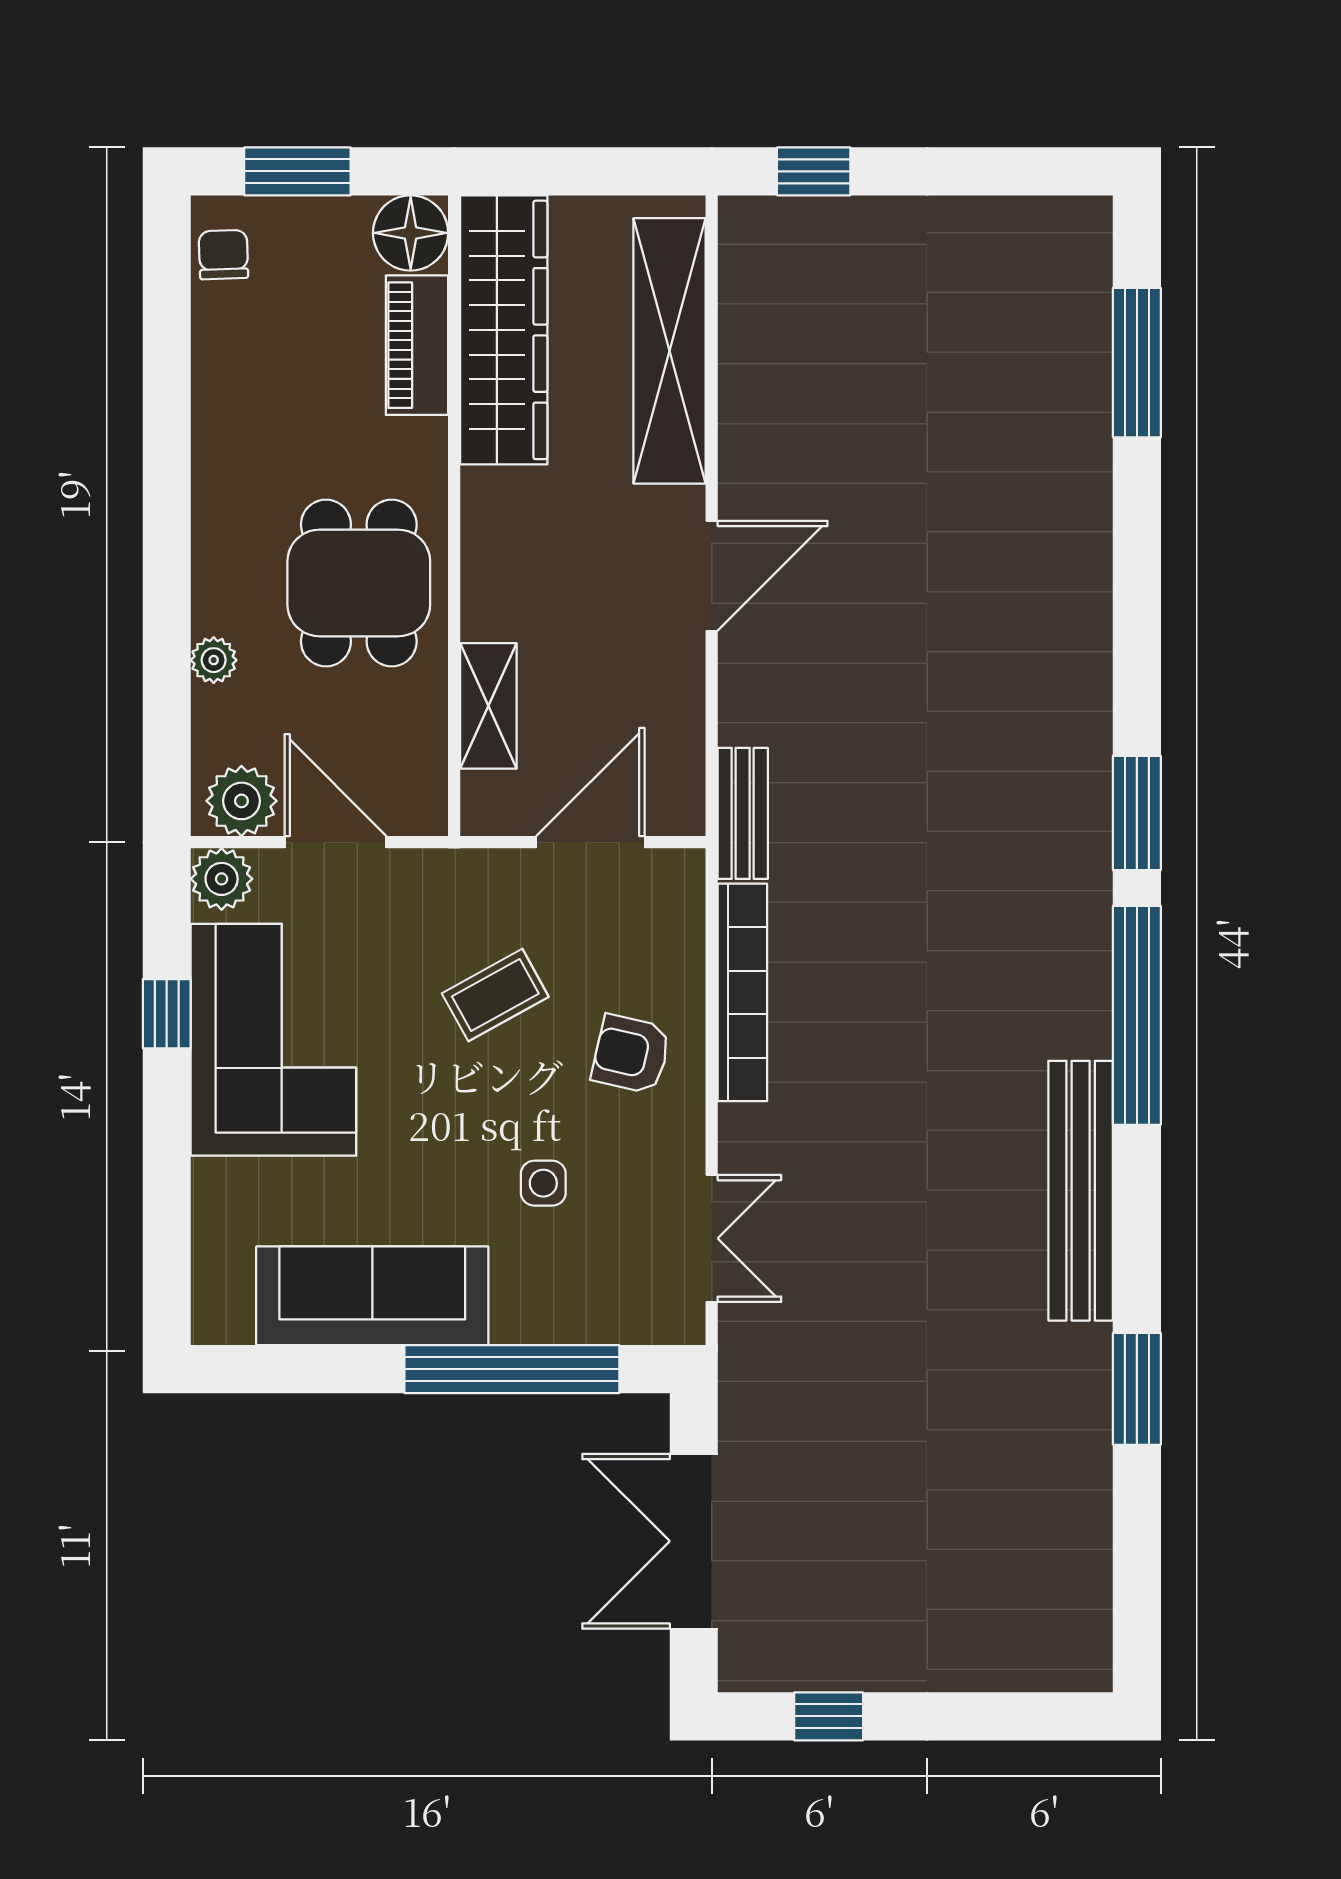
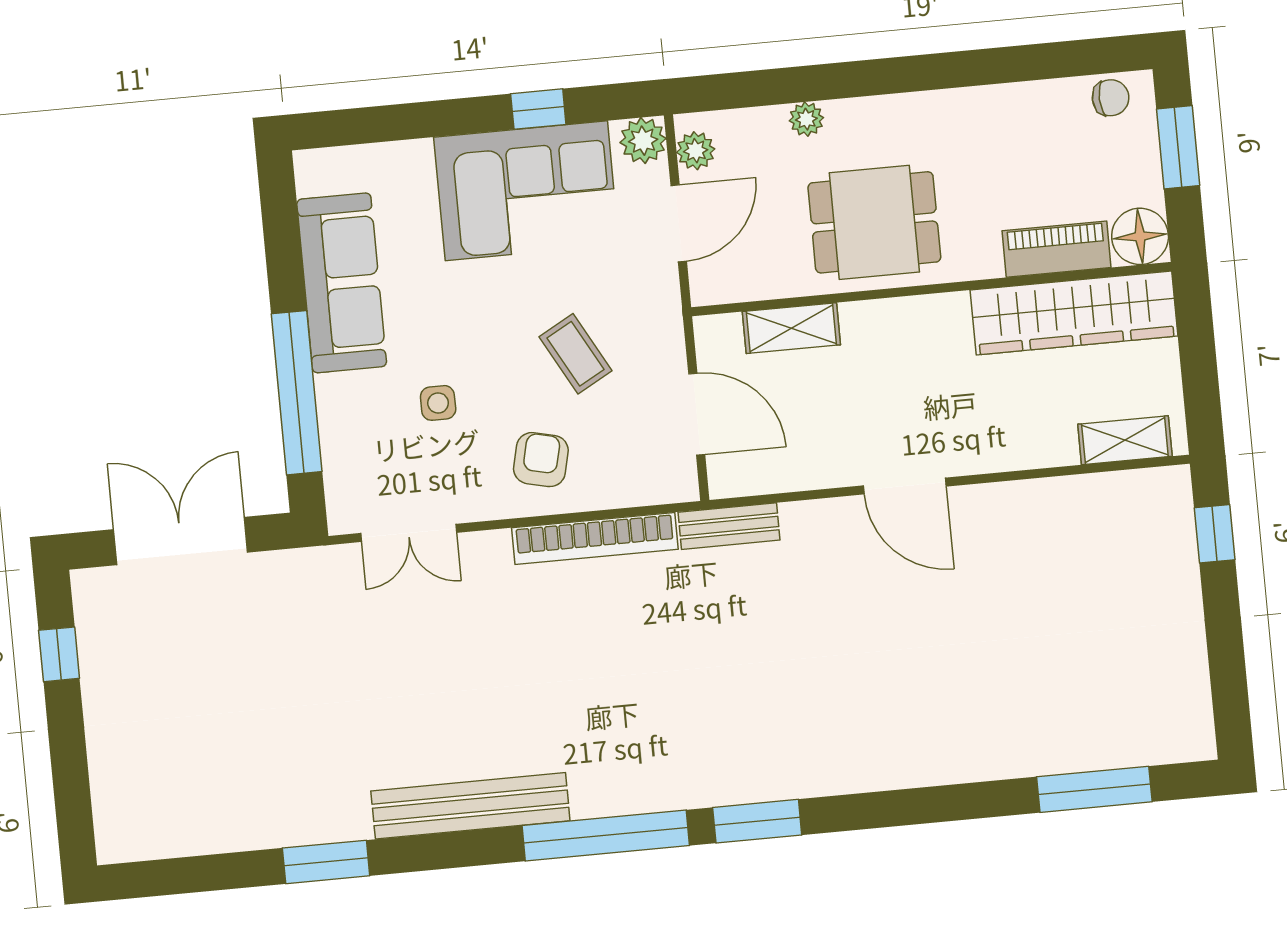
shelving: (670, 351) -> (1125, 440), width x0.45, depth x0.75
plant: (241, 801) -> (696, 151), width x0.73, depth x0.73

